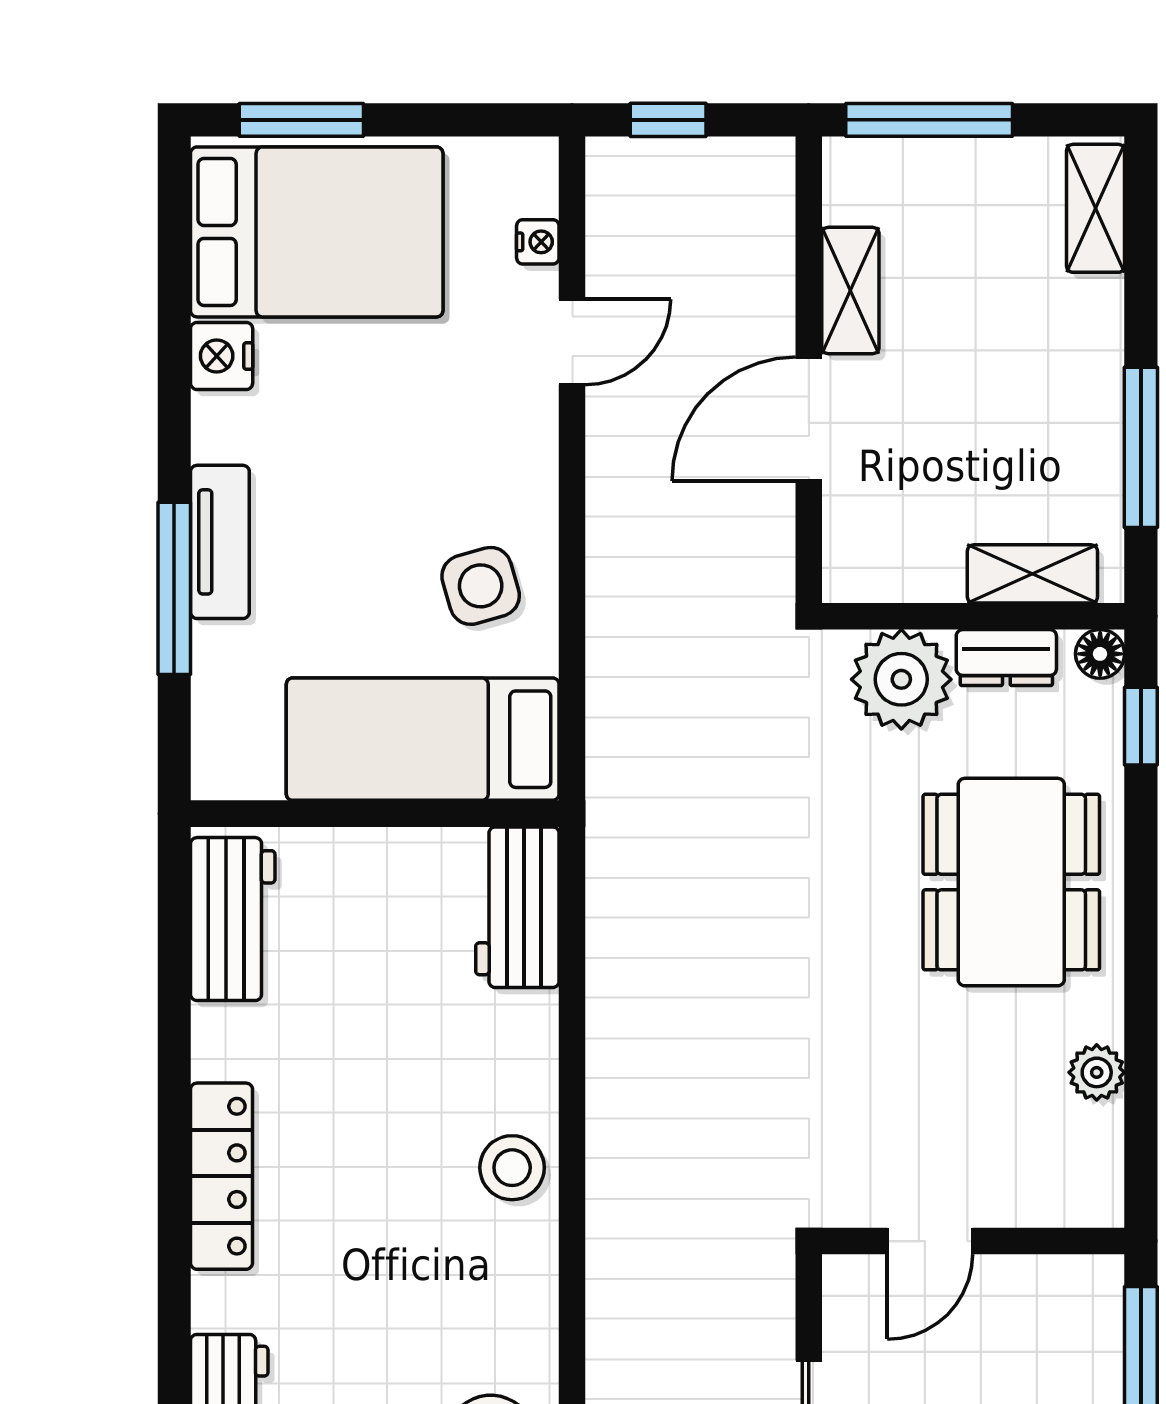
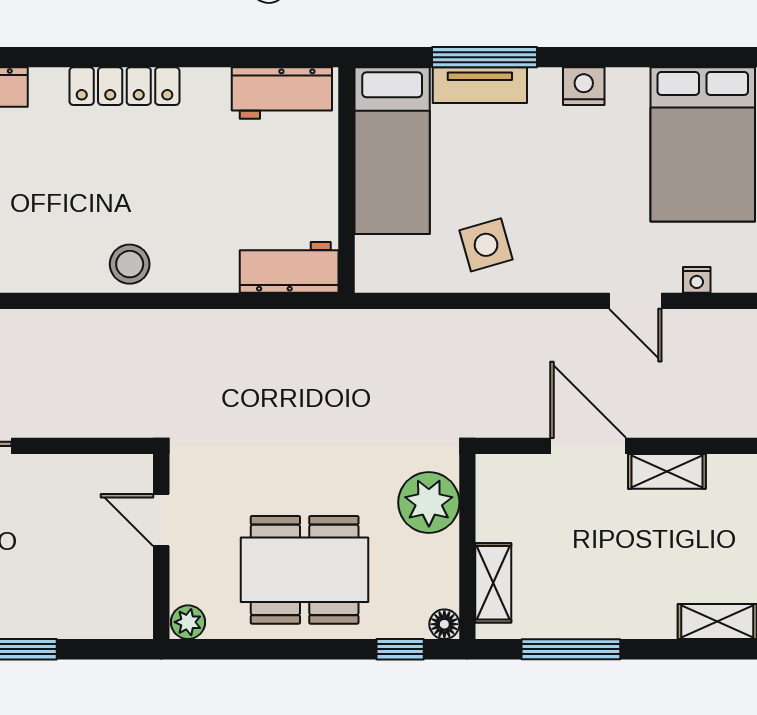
nightstand: (222, 356) -> (584, 86), moved
tv unit: (220, 542) -> (480, 85), moved
dresser: (1006, 658) -> (442, 567), removed
bed: (423, 739) -> (392, 151), moved, turned 180
door: (930, 1241) -> (161, 520), moved
wall: (973, 1241) -> (161, 547), moved

